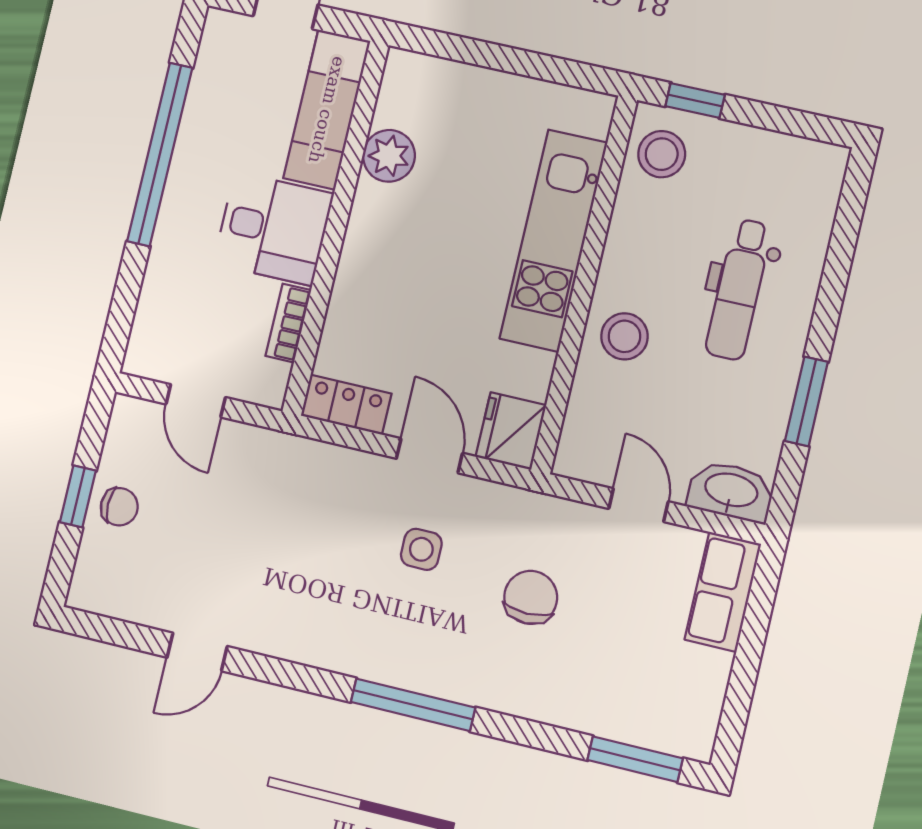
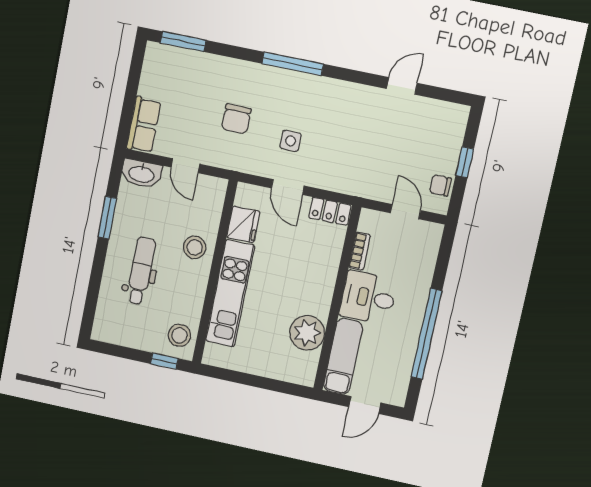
plant: (389, 156) -> (307, 333), width x1.36, depth x1.36
fridge: (511, 431) -> (243, 224), moved
chair: (119, 507) -> (440, 185), moved

